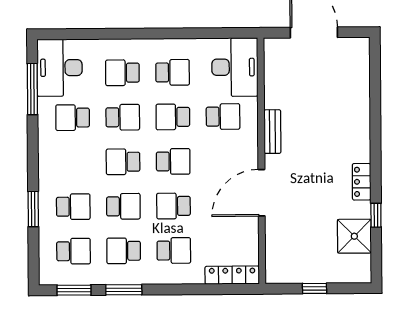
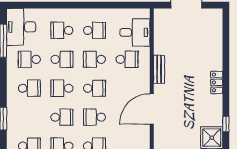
desk: (235, 67) -> (135, 32), width x0.73
locker: (362, 182) -> (217, 82), moved
school desk: (73, 207) -> (29, 88), moved

